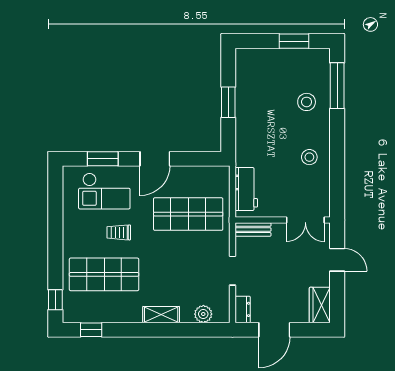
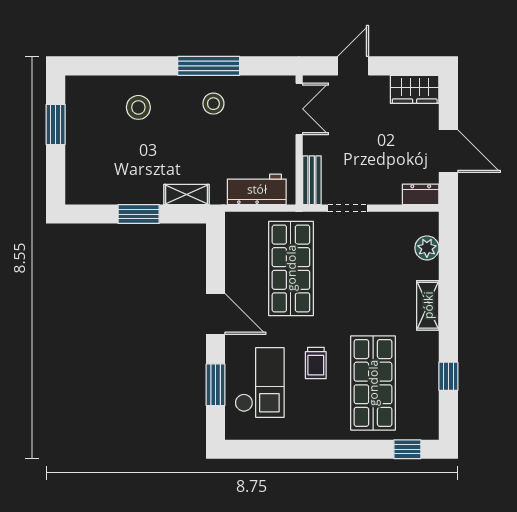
window: (337, 86) -> (209, 66), moved
shelving: (243, 137) -> (187, 194), added
doorway: (233, 271) -> (348, 208), moved
window: (91, 330) -> (448, 376), moved

